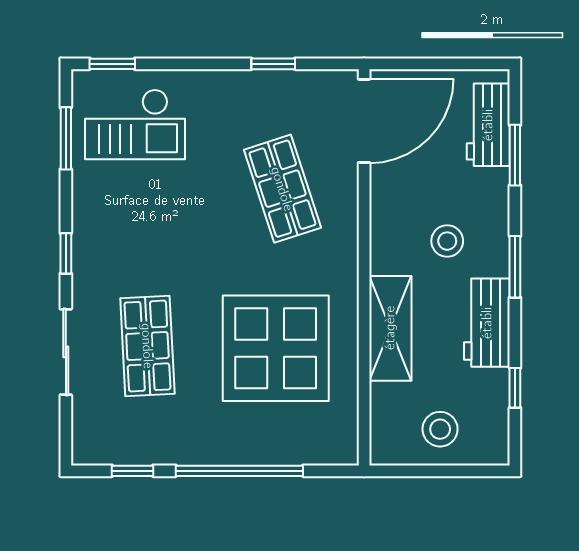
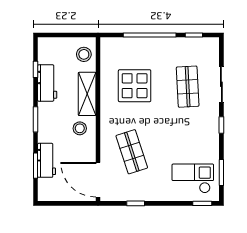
door: (364, 121) -> (98, 180), hinge flipped
workbench: (488, 125) -> (47, 160), moved
stool: (447, 241) -> (80, 128), moved
workbench: (487, 323) -> (47, 83), moved
display table: (276, 348) -> (135, 86), width x0.73, depth x0.73
stool: (440, 429) -> (84, 54), moved

